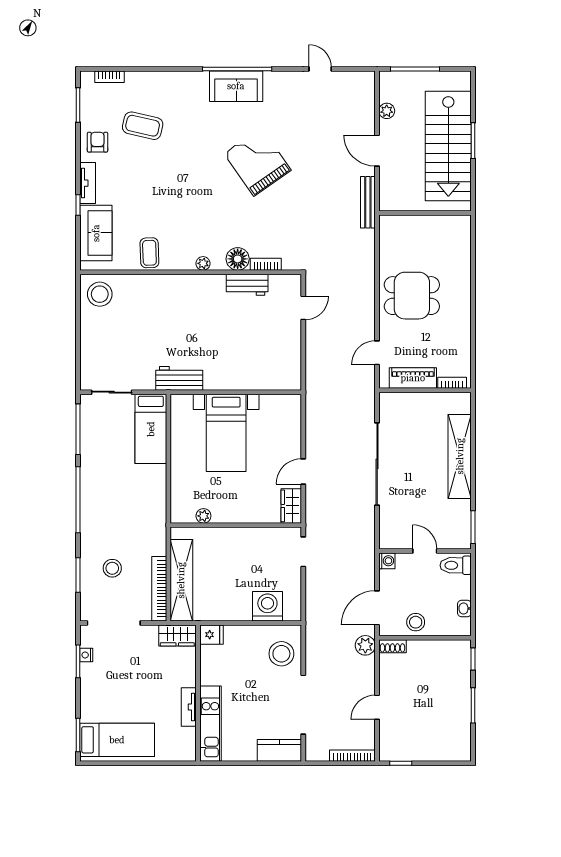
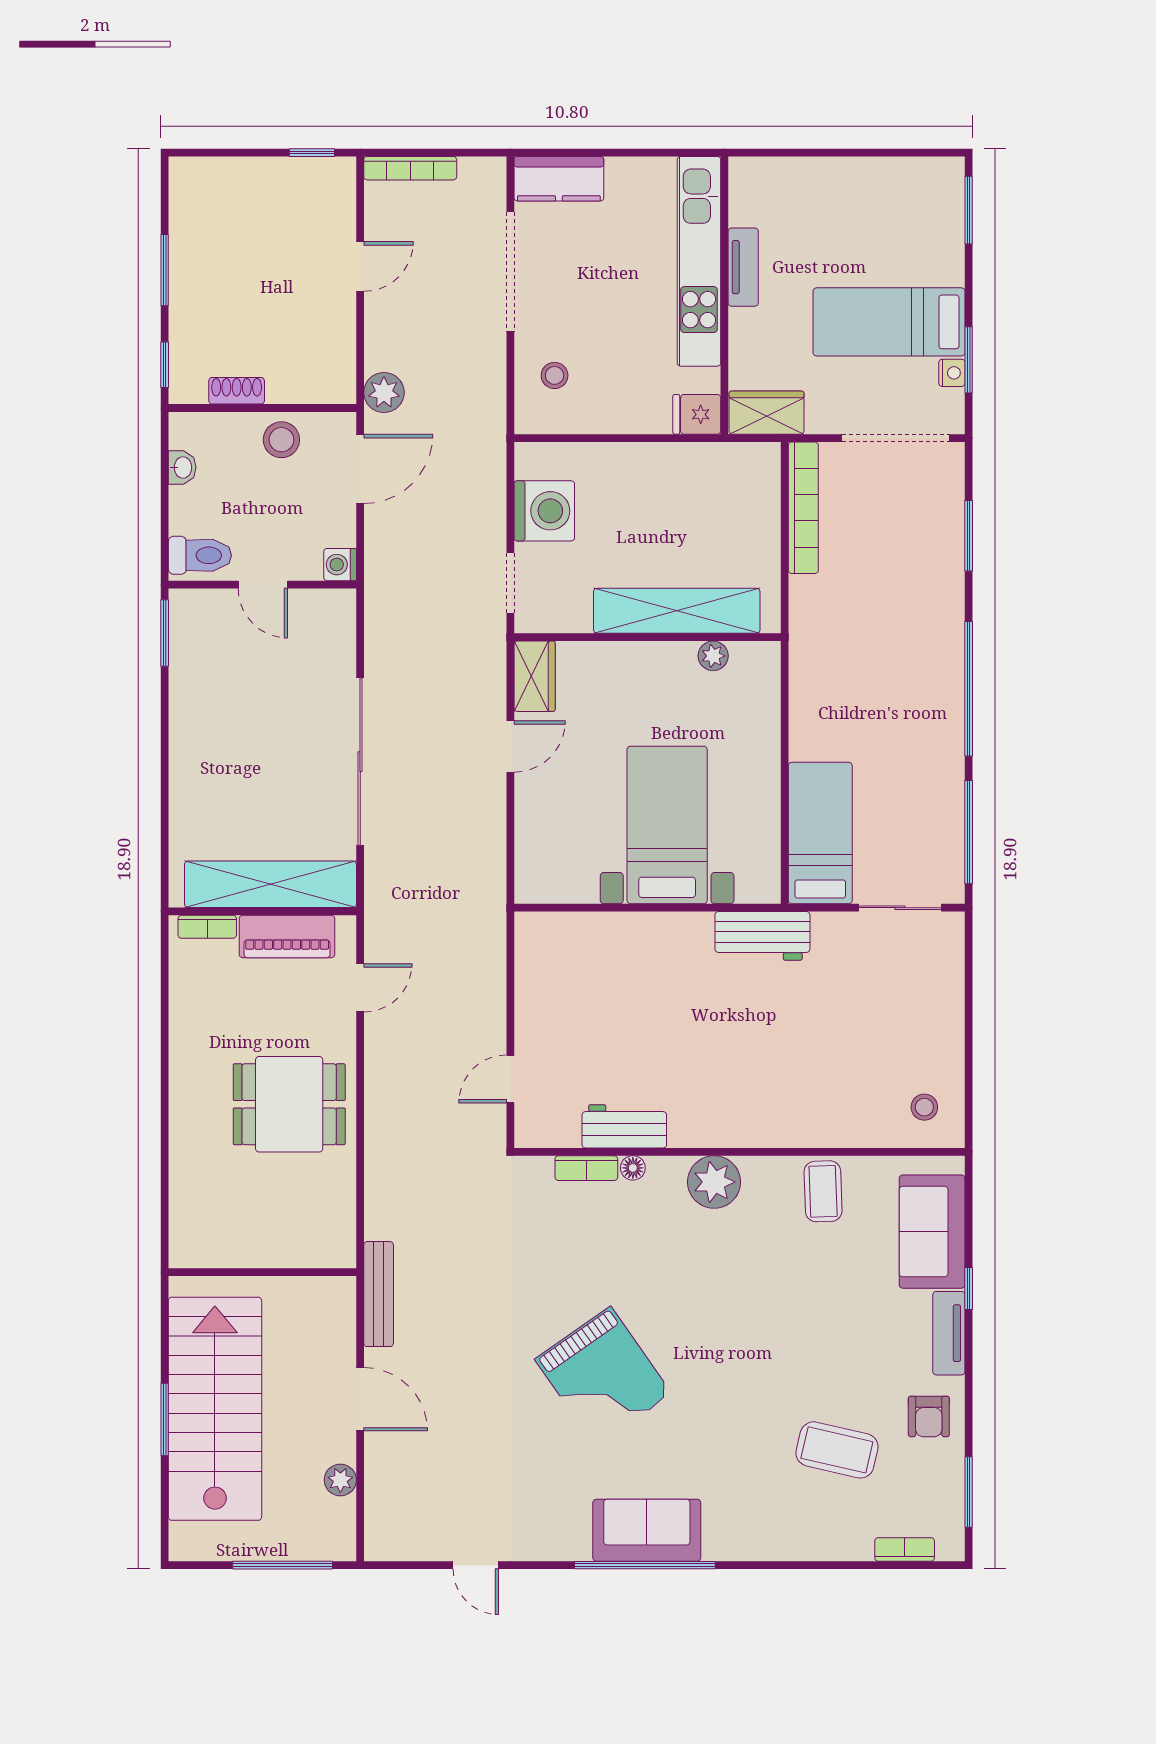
floor lamp: (238, 259) -> (633, 1168), width x0.53, depth x0.53
plant: (203, 263) -> (714, 1182), width x1.88, depth x1.88
stool: (100, 294) -> (924, 1107), width x0.53, depth x0.53
shelving: (460, 456) -> (270, 884), moved, turned 90
stool: (112, 568) -> (899, 549), removed
shelving: (181, 580) -> (677, 611), moved, turned 90
washing machine: (267, 606) -> (544, 511), moved, turned -90
shoe rack: (392, 646) -> (237, 391), moved
stool: (281, 654) -> (555, 375), width x0.53, depth x0.53
kitchen unit: (210, 724) -> (699, 261), width x1.36
bed: (117, 740) -> (889, 322), moved

